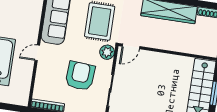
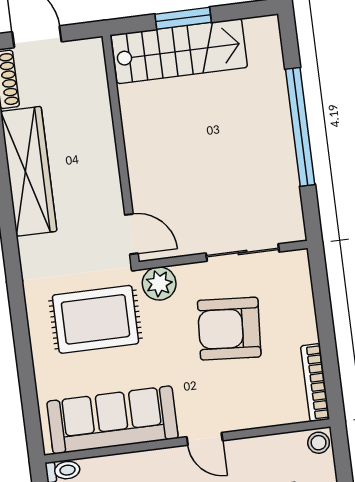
stool: (22, 100) -> (319, 443), added

